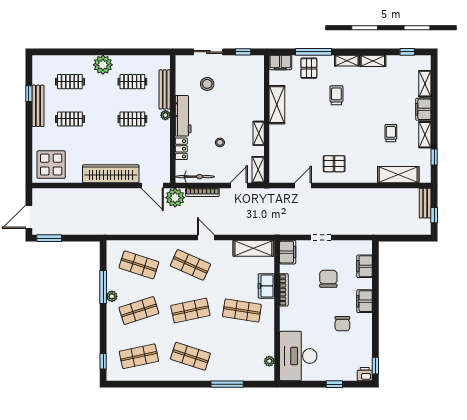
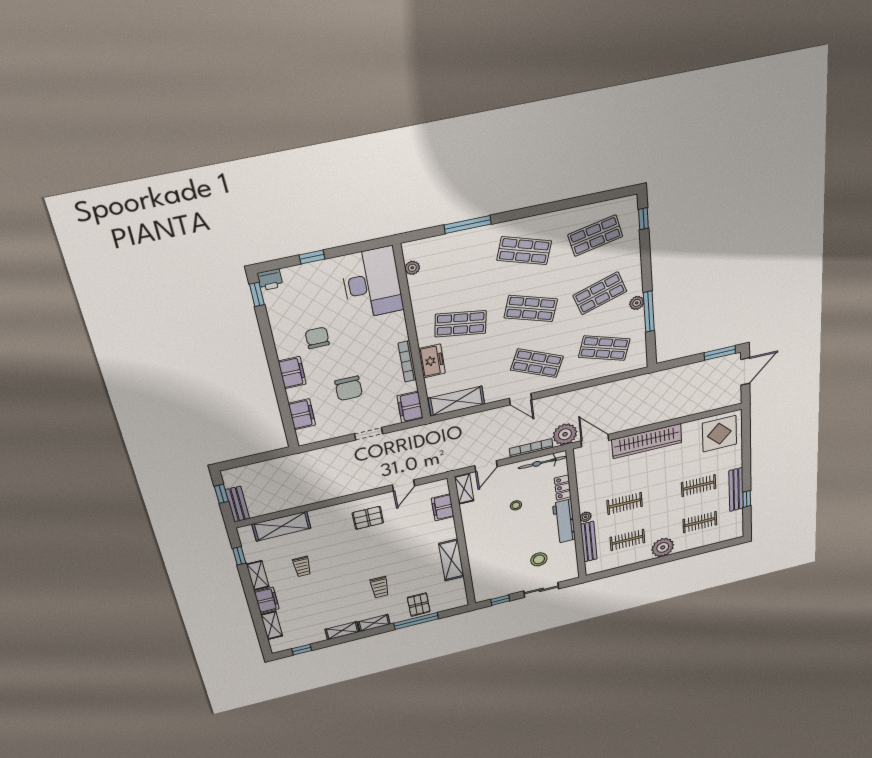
filing cabinet: (280, 63) -> (443, 507), moved, turned -90
shelving: (259, 133) -> (469, 526), removed
shop shelf: (190, 311) -> (531, 308), turned 30

